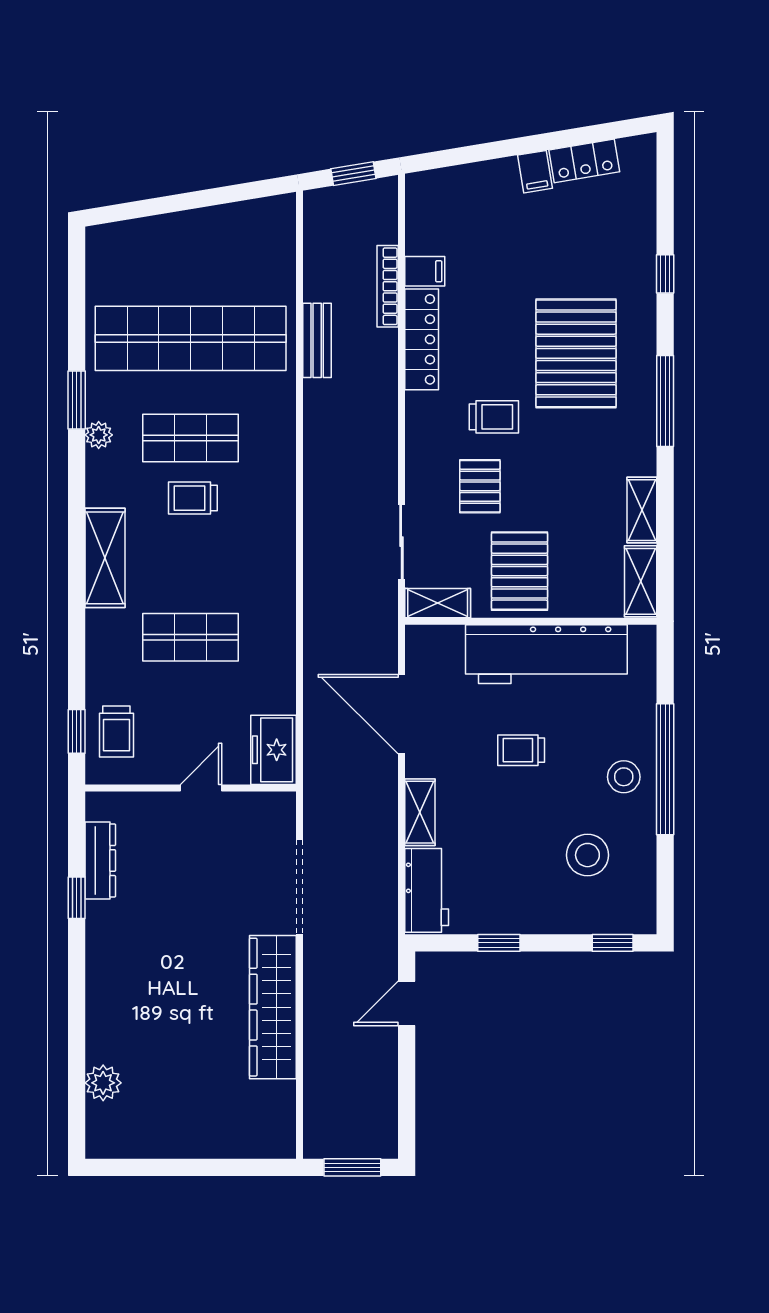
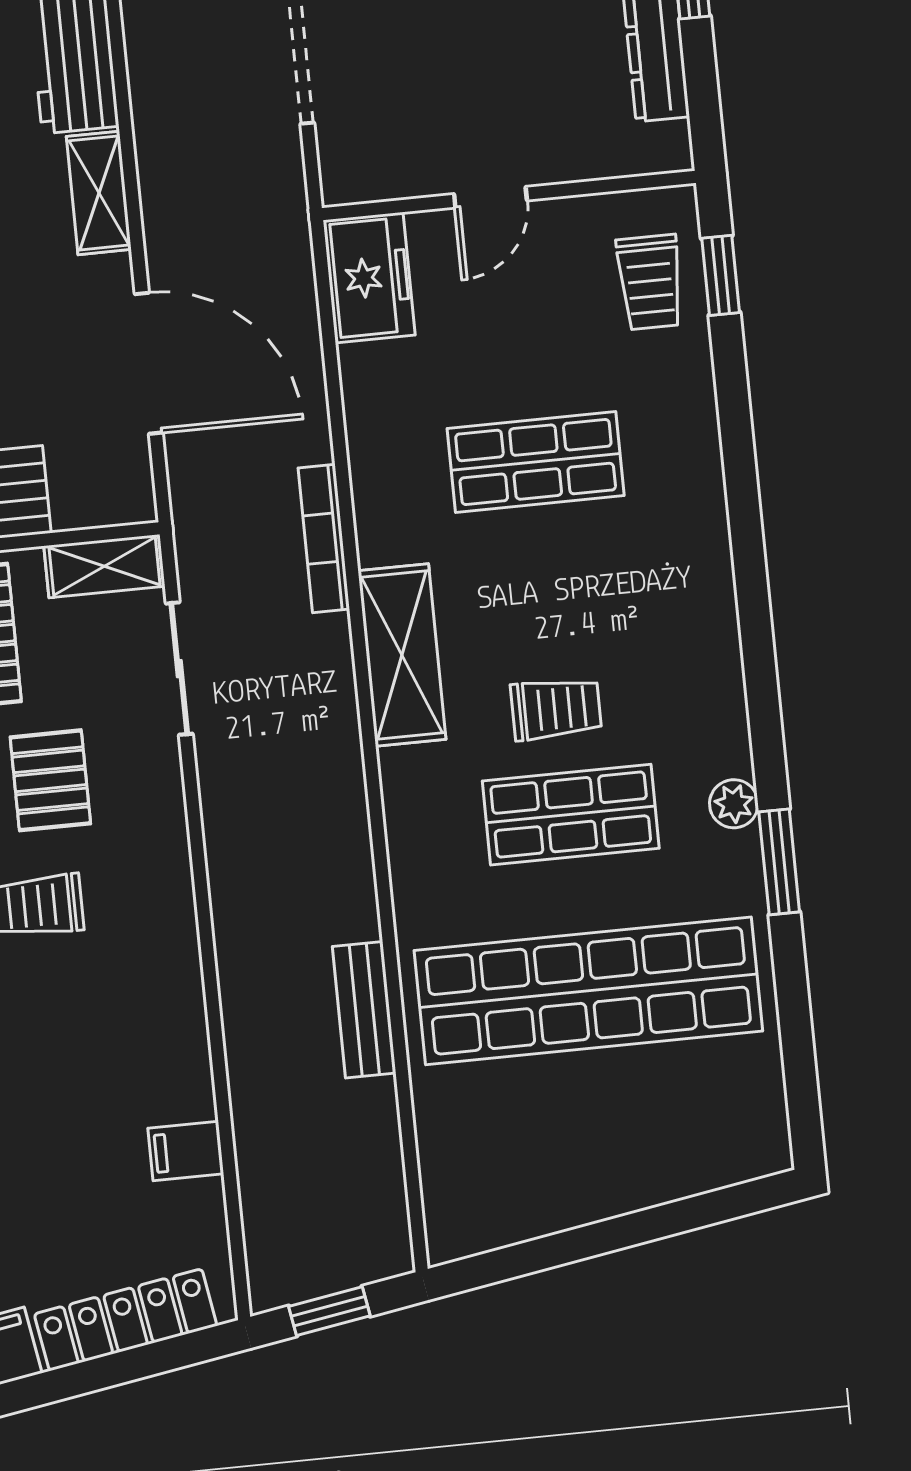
bookcase: (388, 286) -> (324, 538), moved, turned 180
locker: (422, 339) -> (126, 1320), moved, turned 81
shelving: (105, 558) -> (402, 655), moved
trolley: (116, 732) -> (650, 282), turned 180

